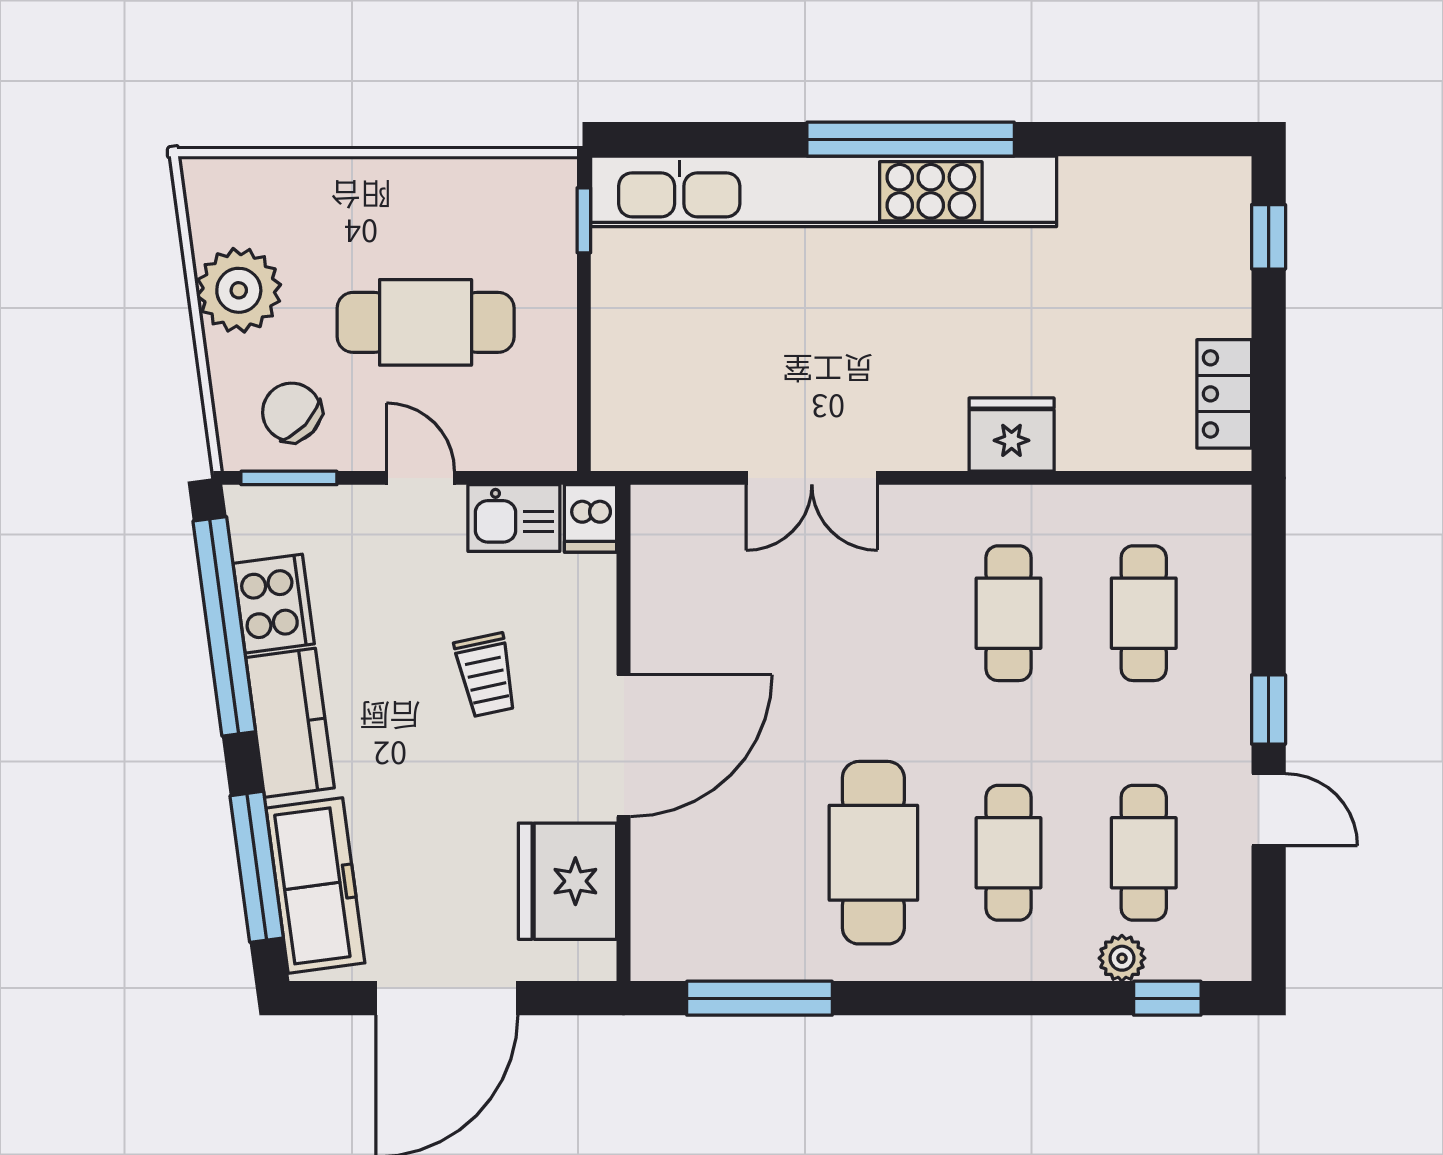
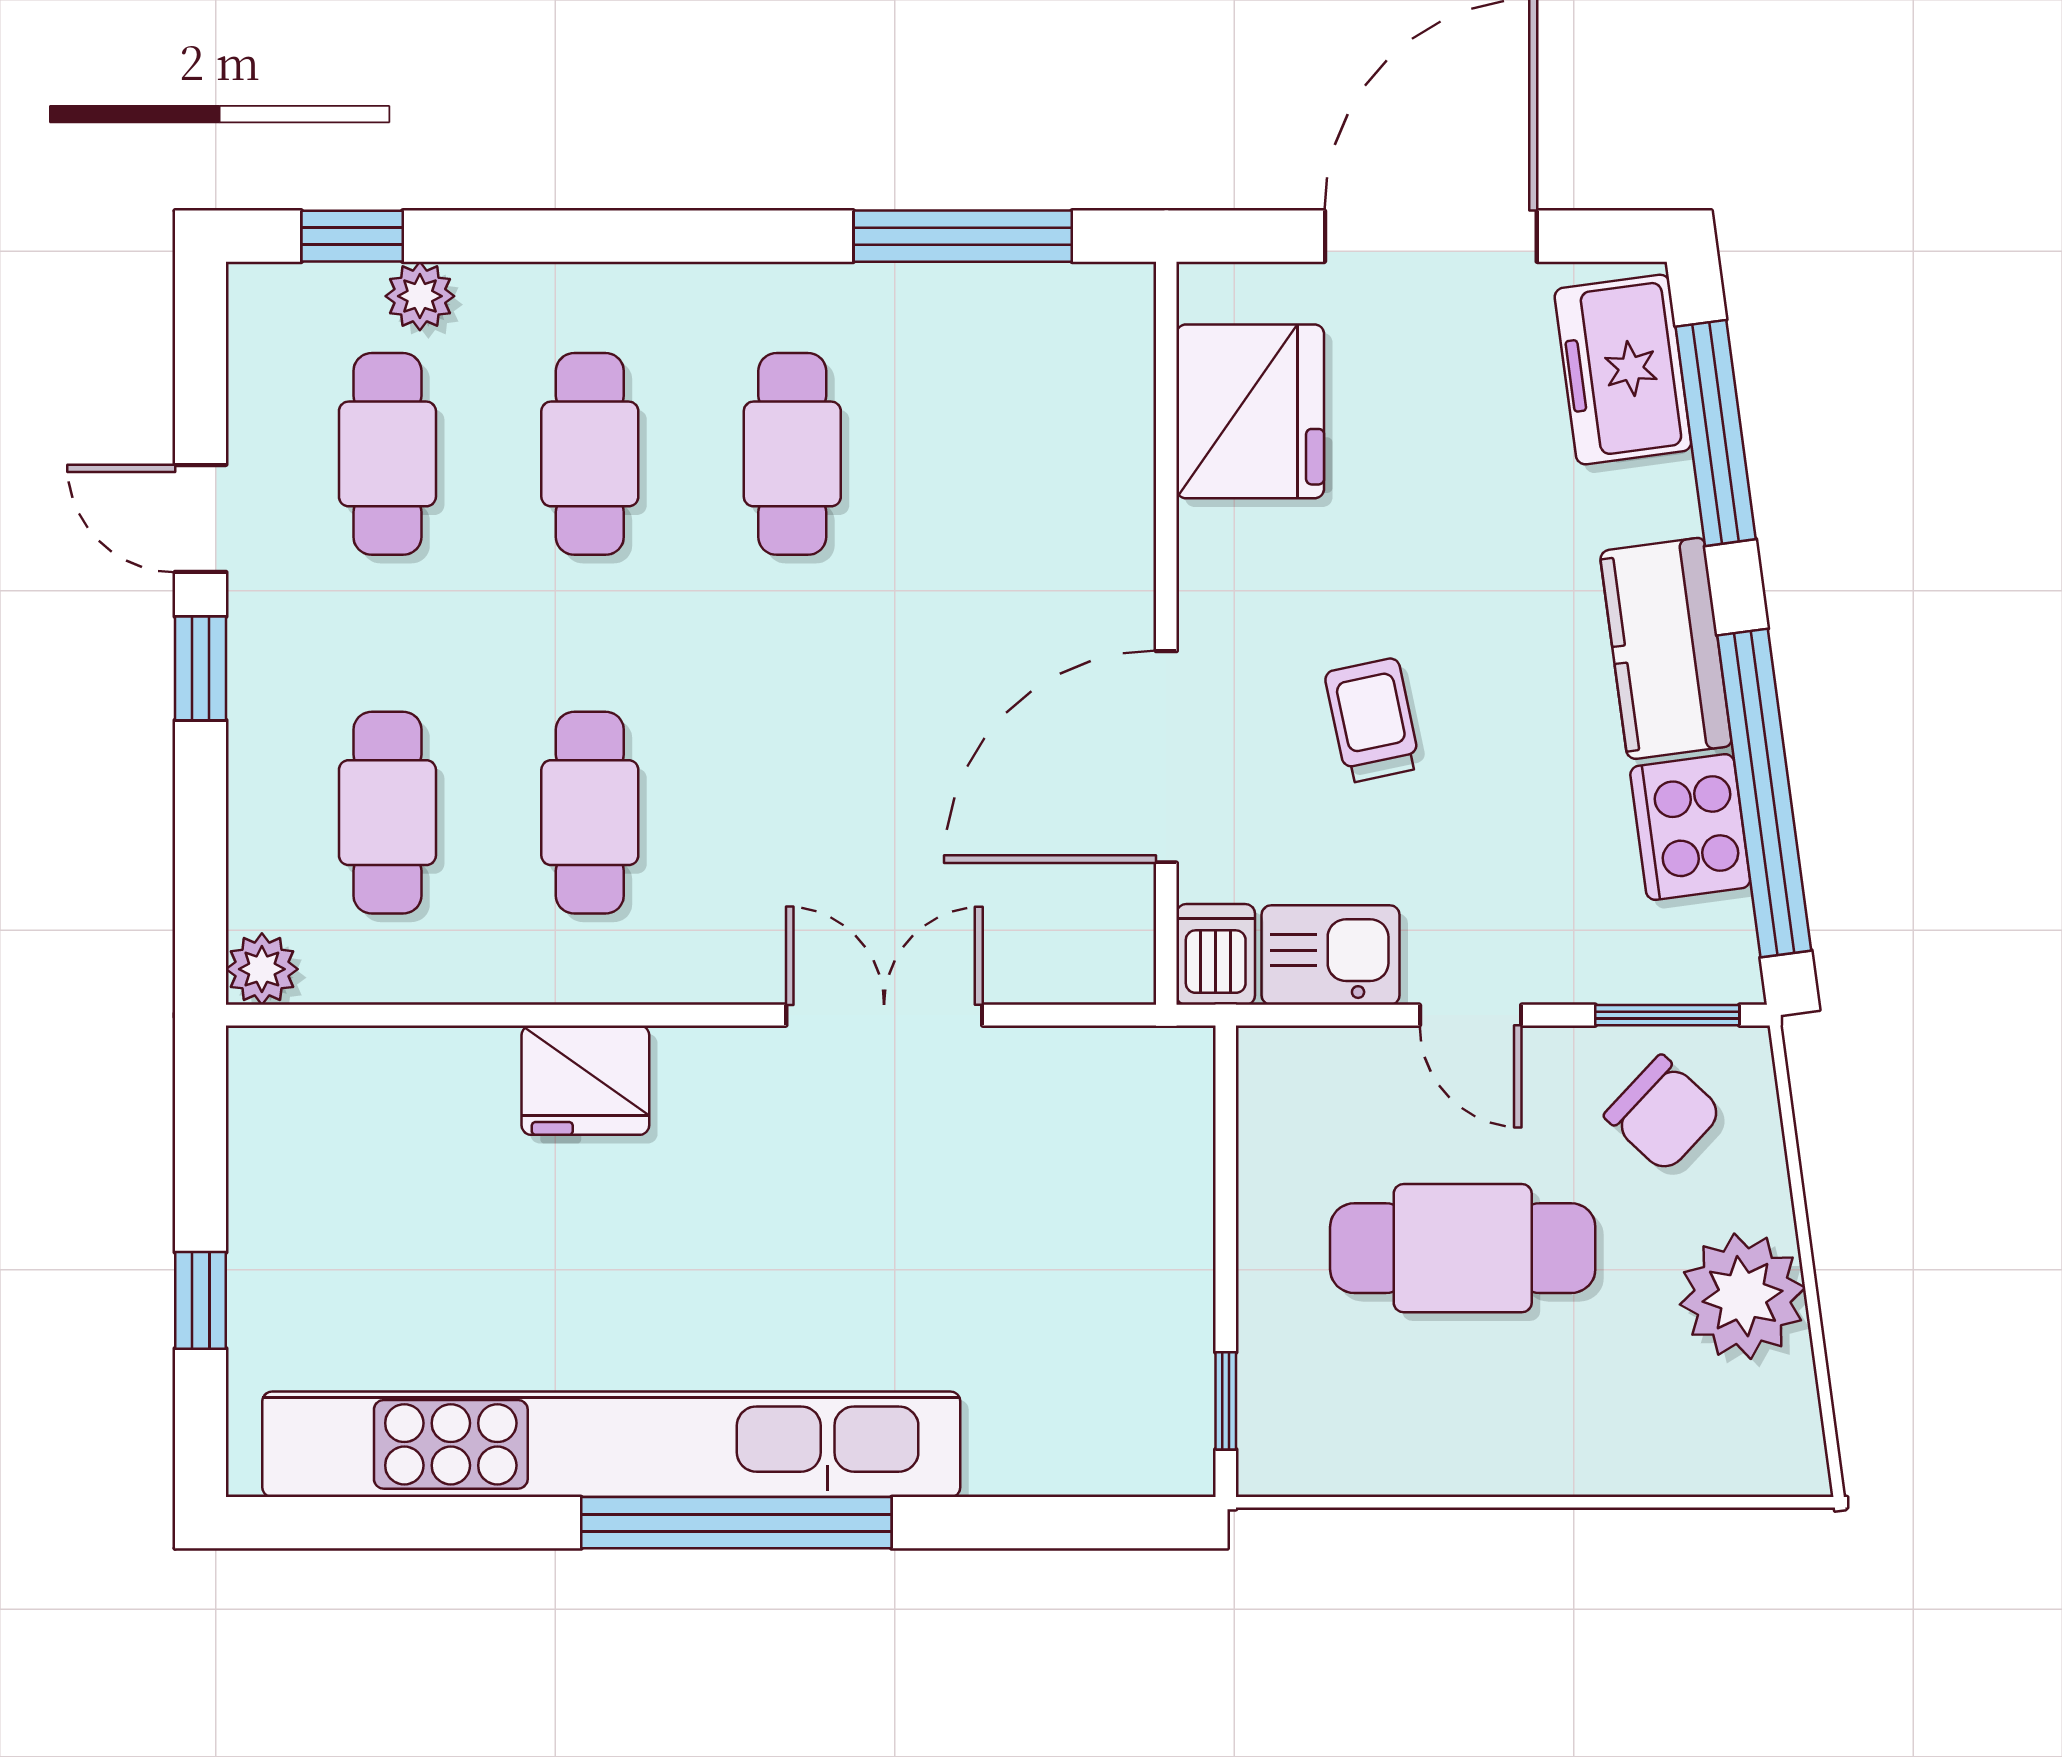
kitchen unit: (824, 191) -> (611, 1444), moved
window: (1269, 237) -> (201, 1300), moved
locker: (1224, 394) -> (267, 1141), removed
plant: (1227, 509) -> (262, 969), added
door: (624, 746) -> (1166, 757), moved
cafe table: (873, 853) -> (792, 454), width x0.73, depth x0.74
freezer: (315, 885) -> (1623, 370), width x0.71

